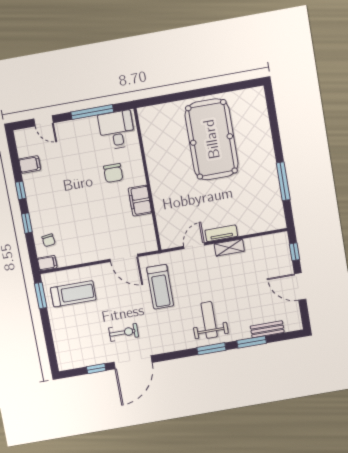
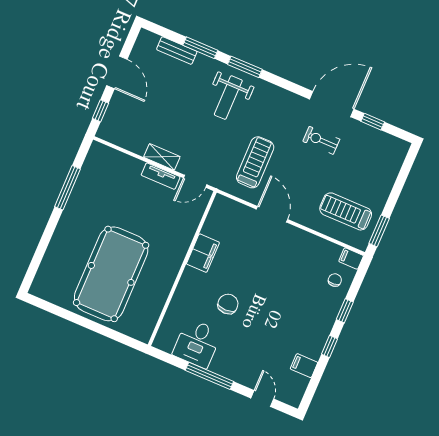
wall: (147, 180) -> (182, 269), moved
filing cabinet: (140, 201) -> (203, 253), moved

